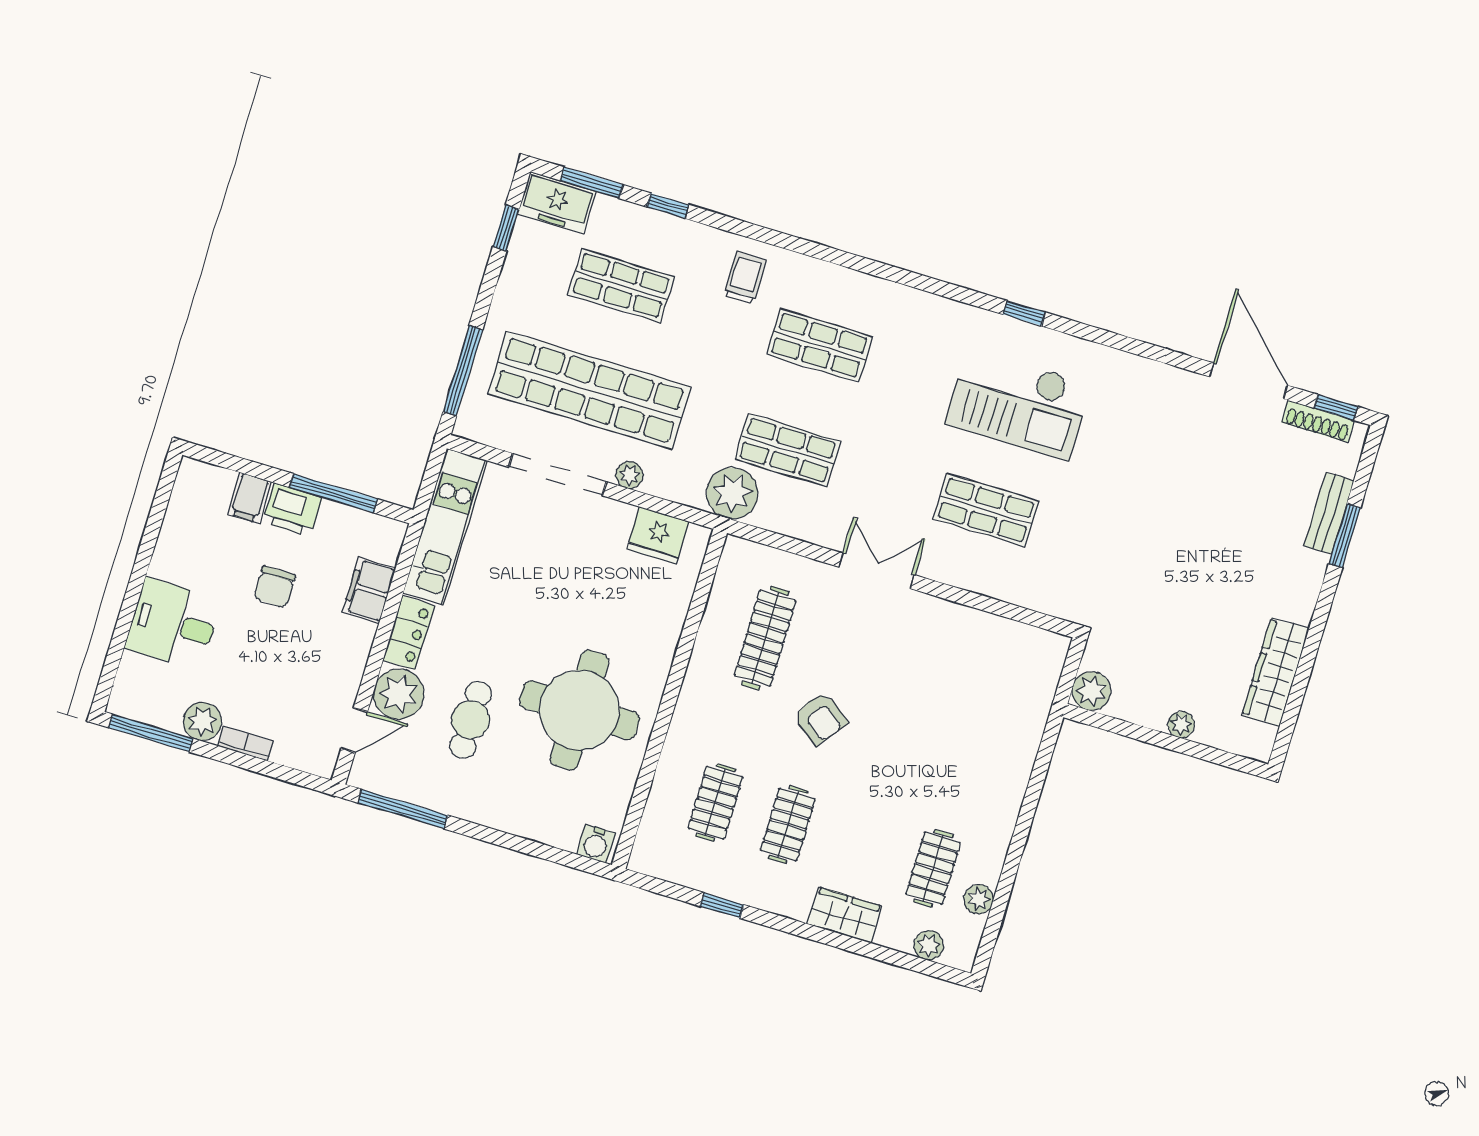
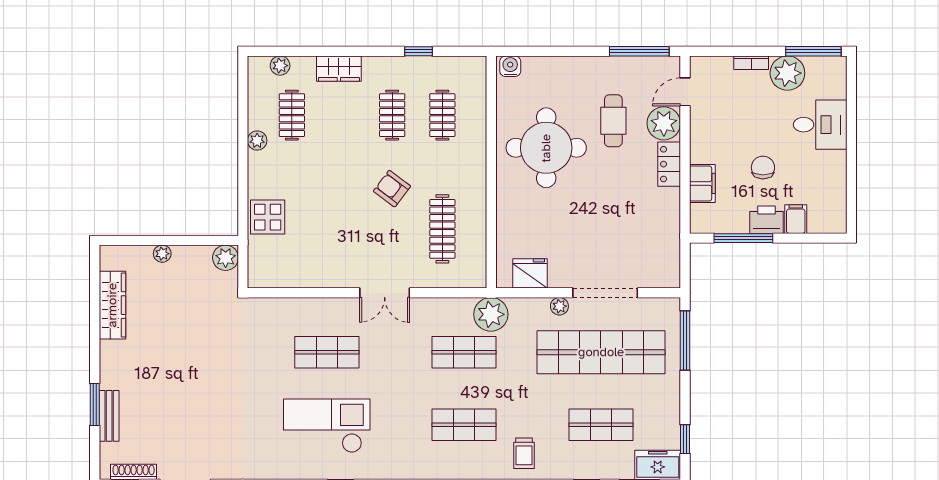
kitchen unit: (445, 527) -> (666, 238), removed
plant: (202, 721) -> (787, 73), width x1.36, depth x1.36
display table: (1013, 731) -> (268, 217), added
plant: (979, 899) -> (257, 141), moved

